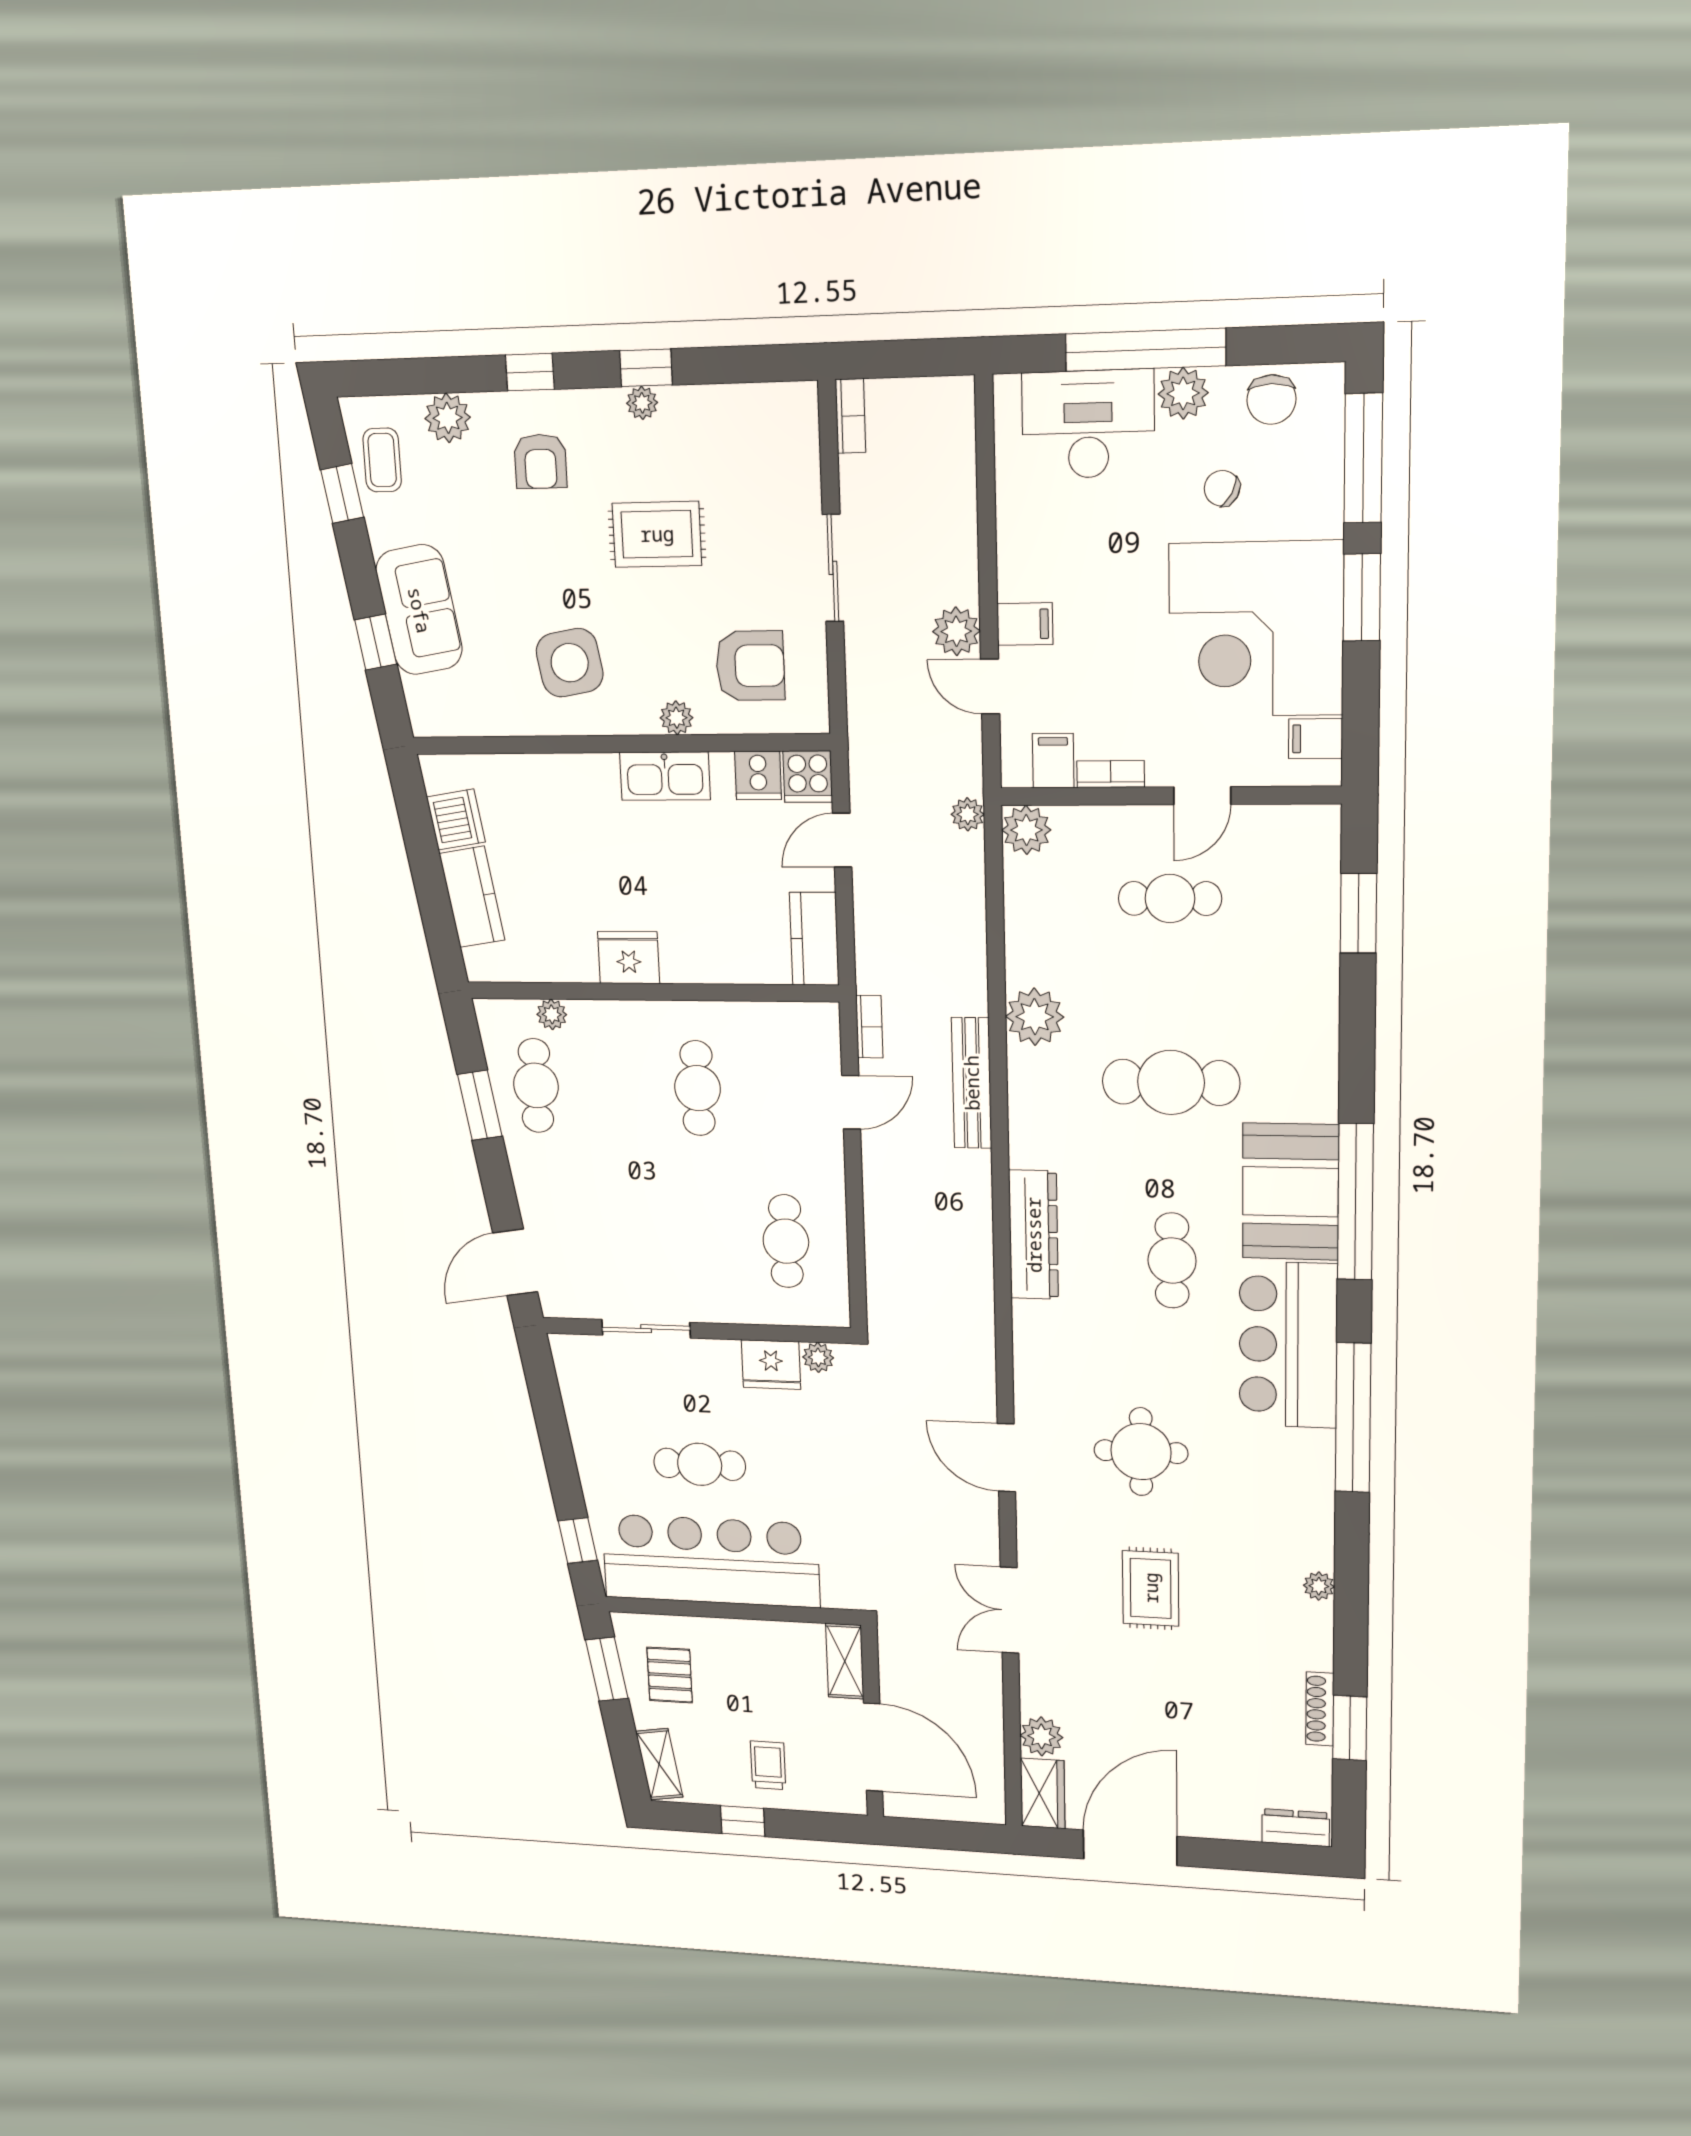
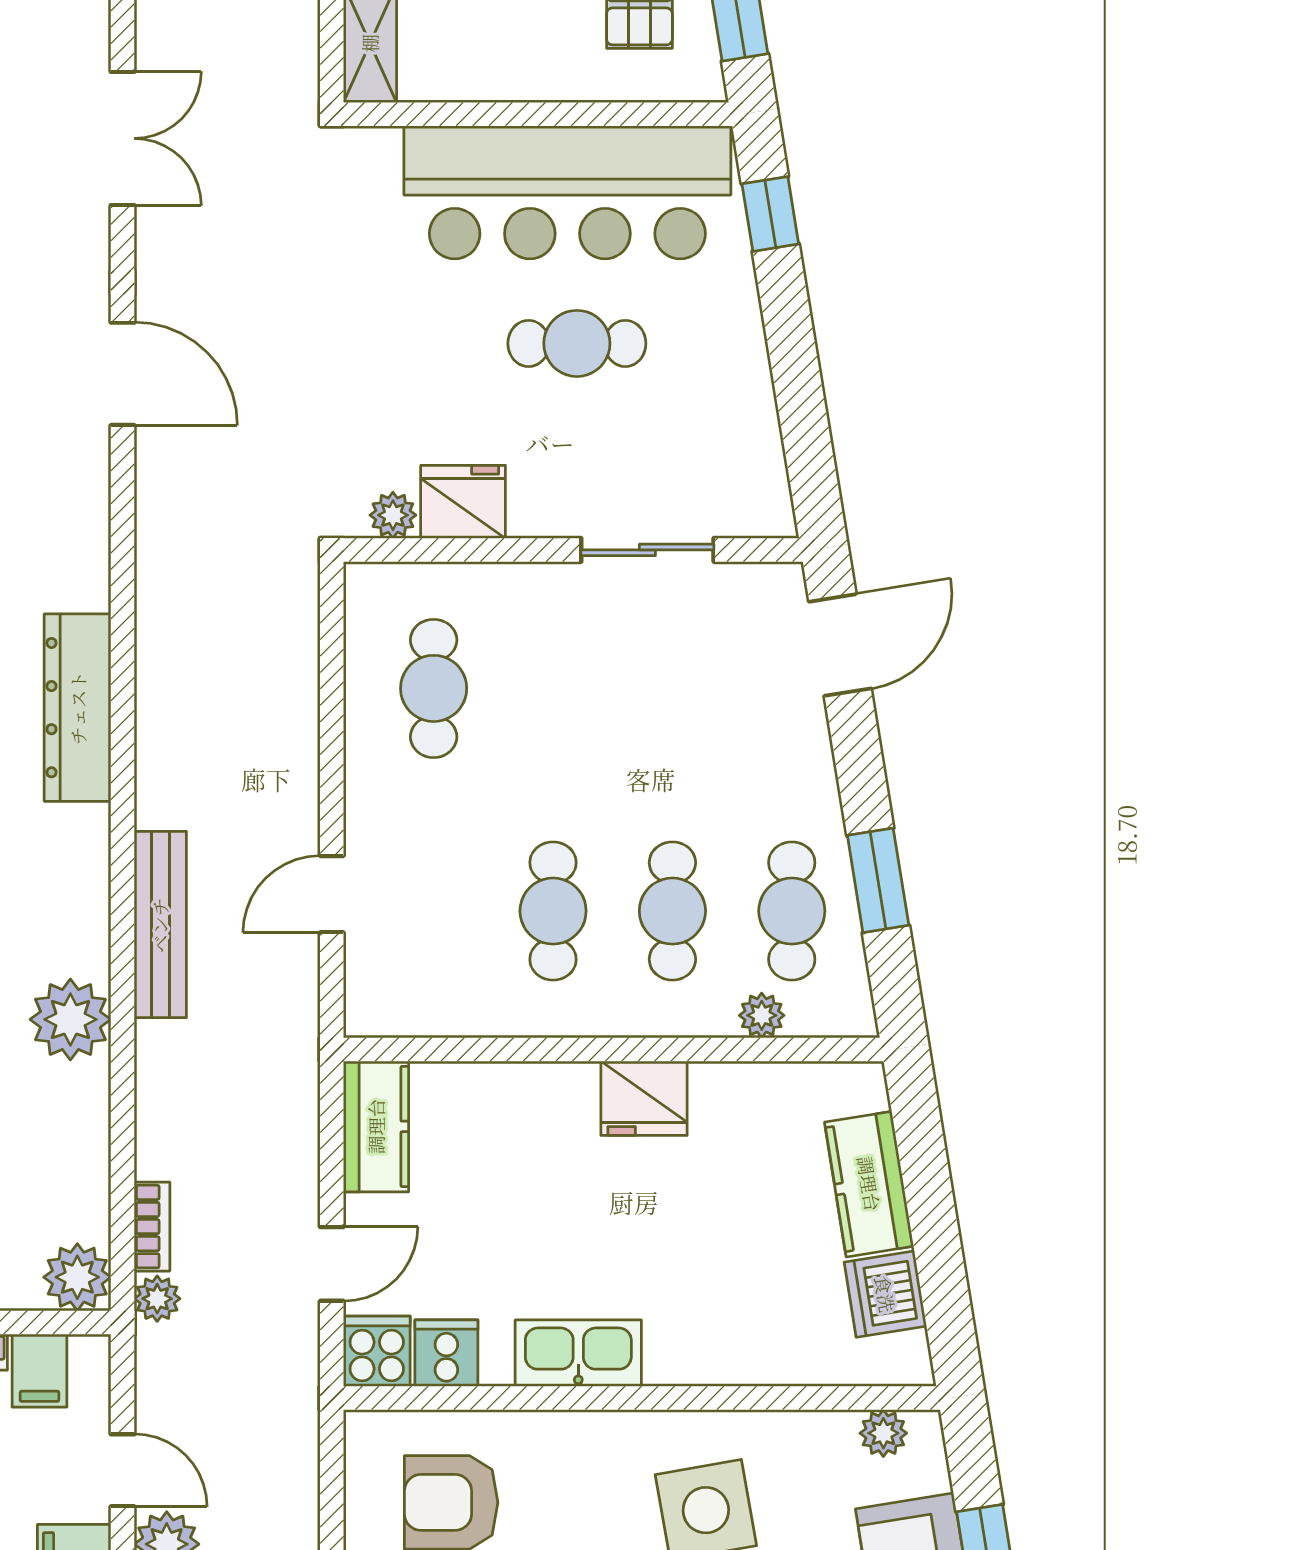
plant: (676, 718) -> (883, 1433), moved
bookcase: (869, 1027) -> (152, 1227), moved, turned 180
cafe table: (616, 1087) -> (672, 911), added

